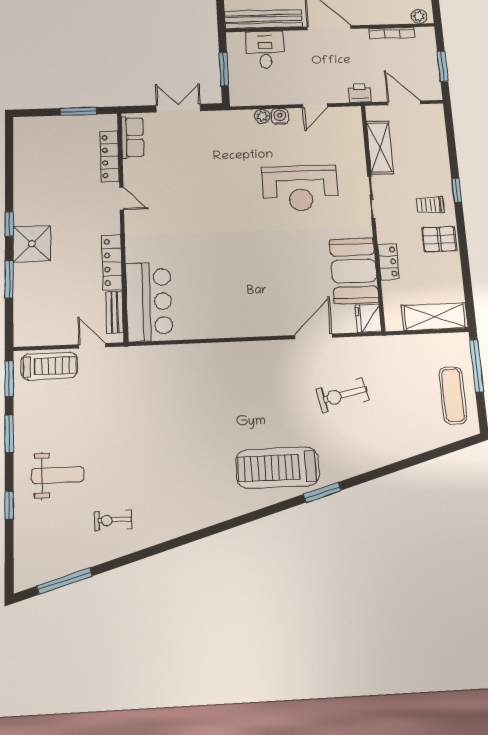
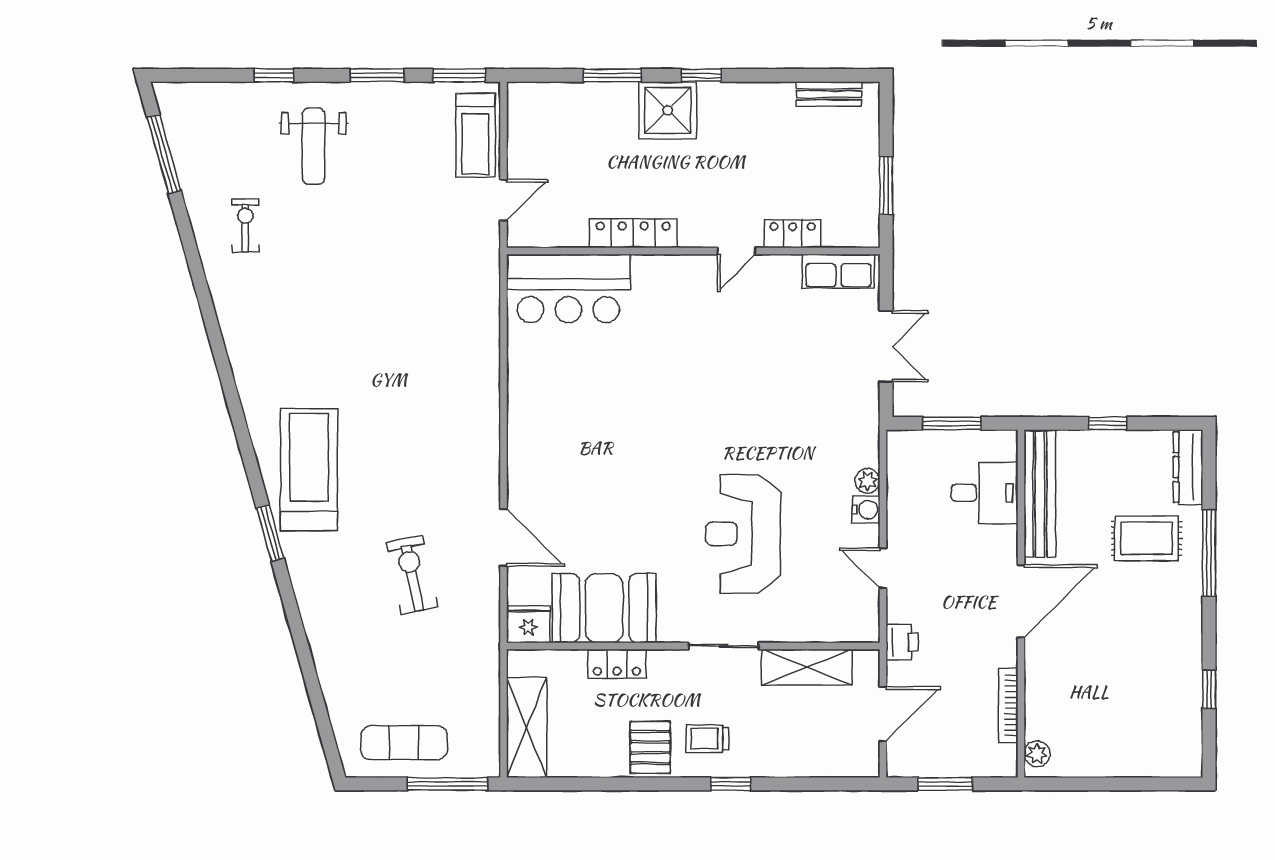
locker: (110, 156) -> (793, 234), width x0.66
trolley: (430, 205) -> (707, 739), turned -90
bench: (115, 312) -> (829, 94), moved

